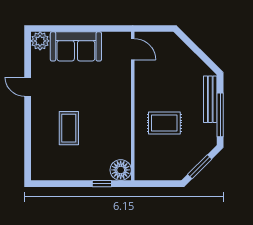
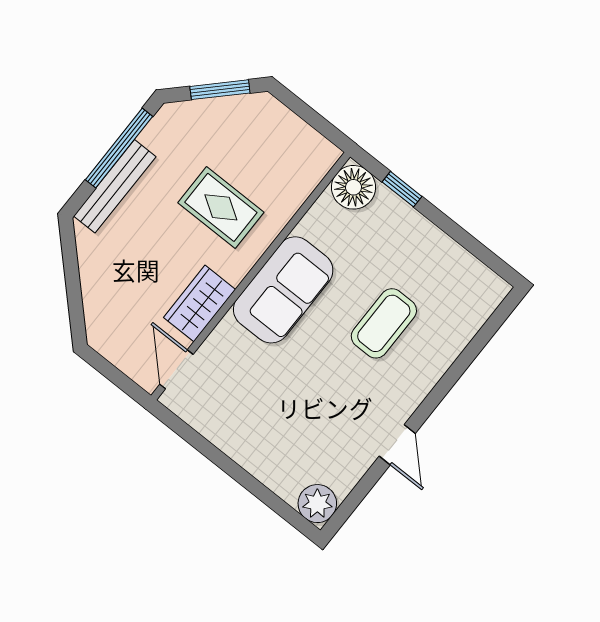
sofa: (76, 46) -> (283, 290), moved, turned 90
wardrobe: (144, 81) -> (199, 303), added

